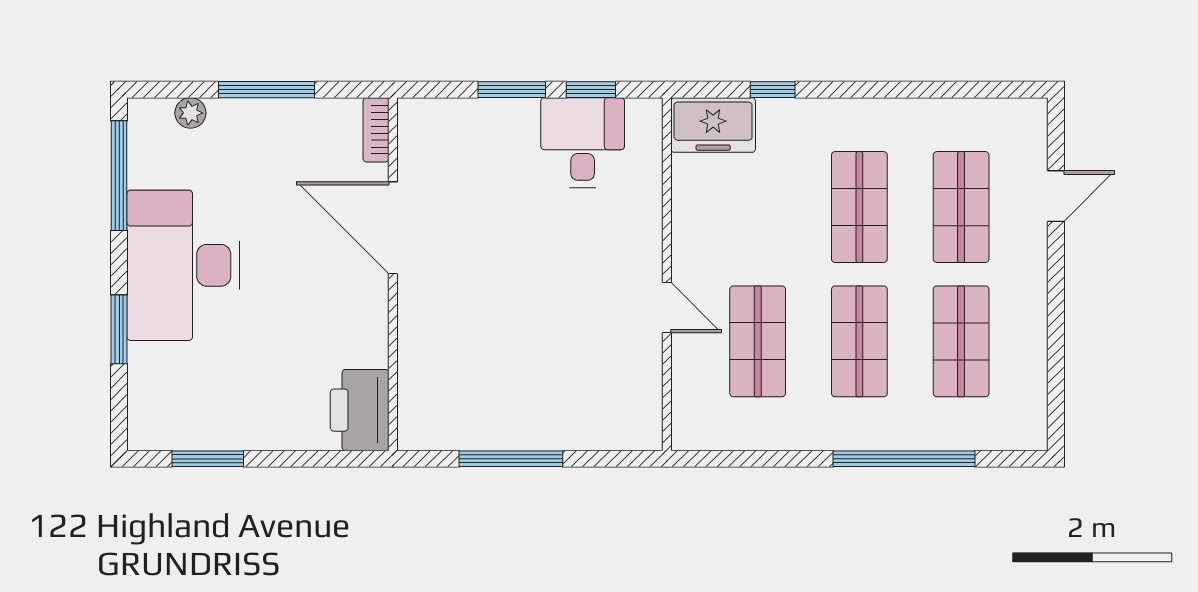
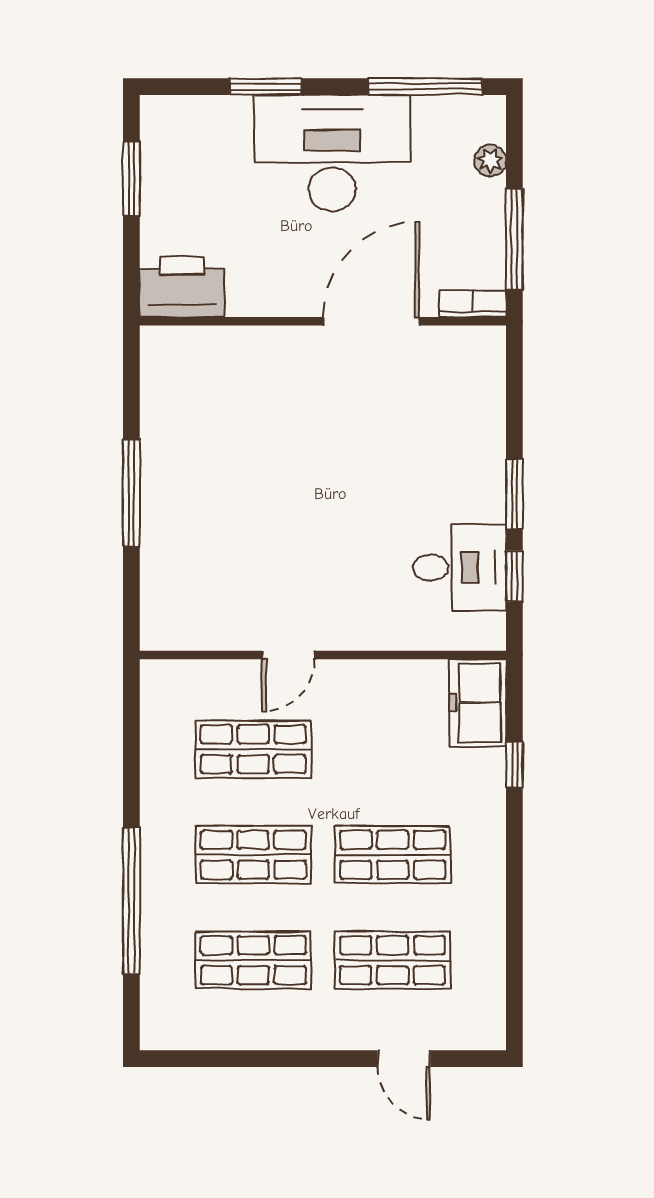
bookcase: (376, 130) -> (473, 304), moved
door: (393, 228) -> (371, 321), moved
wall: (393, 274) -> (323, 321), moved
printer: (360, 410) -> (182, 287), moved

